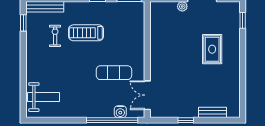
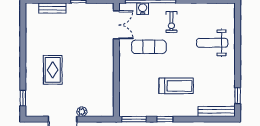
exercise bike: (55, 36) -> (171, 22), moved
weight bench: (43, 97) -> (212, 43), moved

